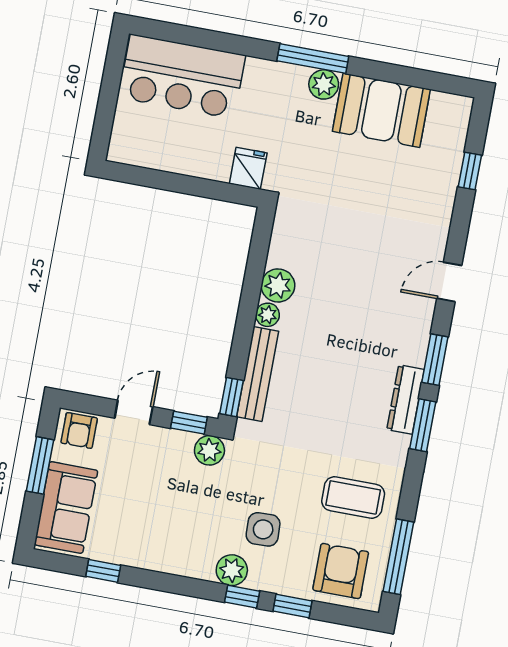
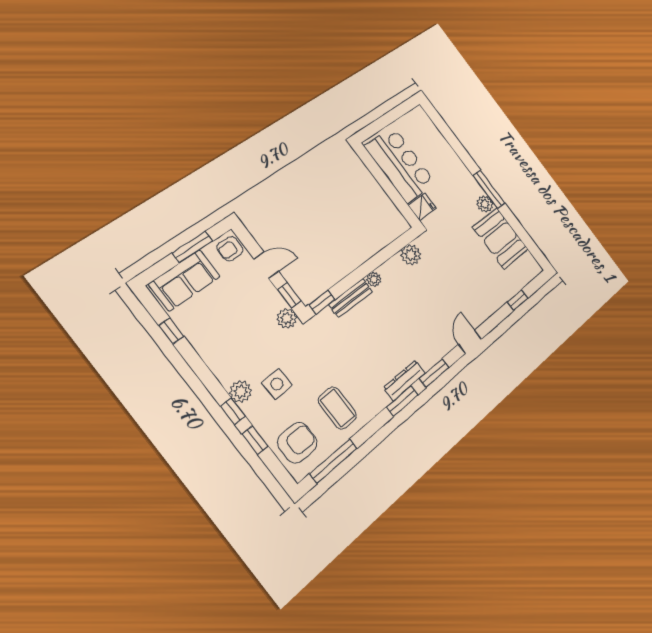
bar counter: (182, 76) -> (400, 165), moved, turned 180
door: (449, 282) -> (470, 342), hinge flipped
plant: (278, 285) -> (411, 255), moved
bench: (258, 374) -> (351, 298), width x0.73

